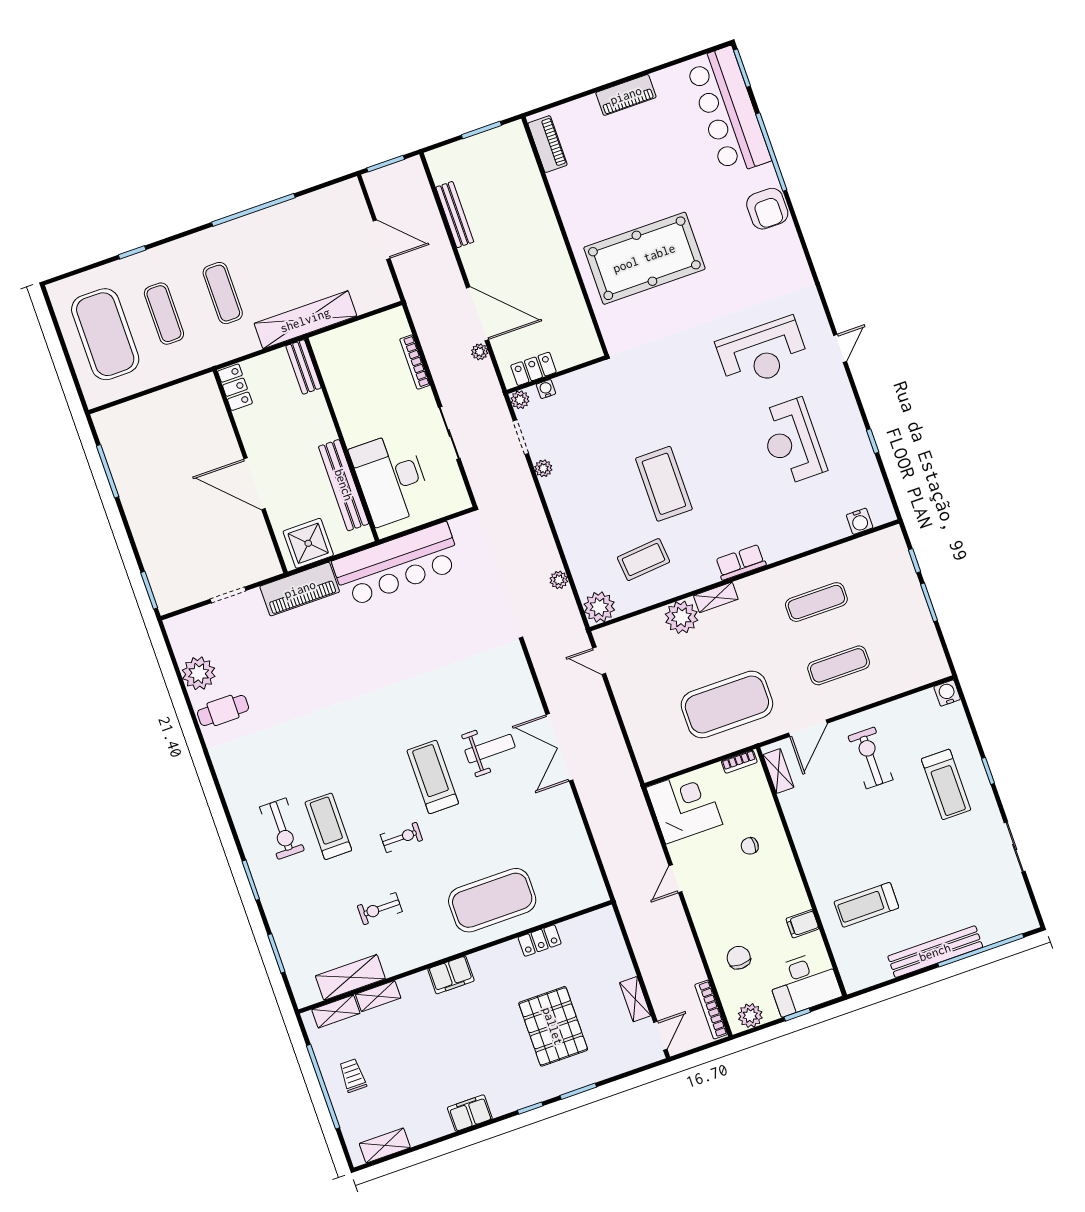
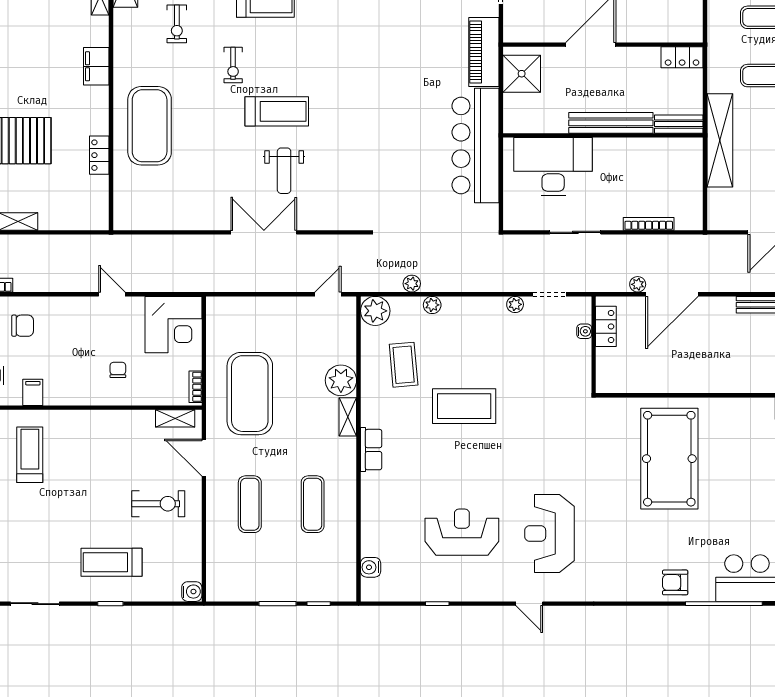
armchair: (767, 209) -> (675, 582), width x0.72, depth x0.72
plant: (520, 400) -> (432, 305), moved
bench: (344, 485) -> (611, 123), moved
exercise bike: (380, 909) -> (177, 24), turned 180

